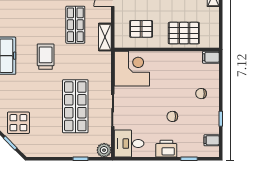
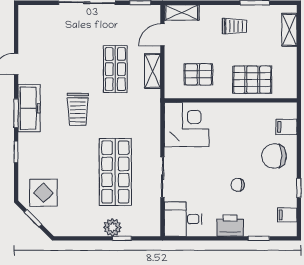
shelving: (105, 37) -> (153, 71), moved
trolley: (46, 57) -> (78, 109), turned 180
filing cabinet: (211, 57) -> (286, 127), moved
chair: (201, 94) -> (274, 156), width x1.87, depth x1.87
plant: (104, 150) -> (112, 227), moved

